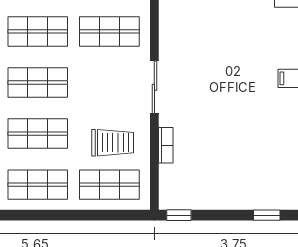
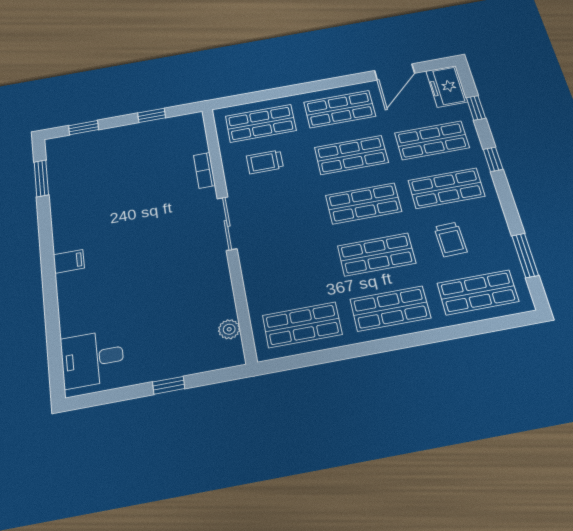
shop shelf: (109, 31) -> (291, 270), removed
trolley: (113, 143) -> (265, 162), width x0.73, depth x0.72
window: (179, 215) -> (152, 115), moved

